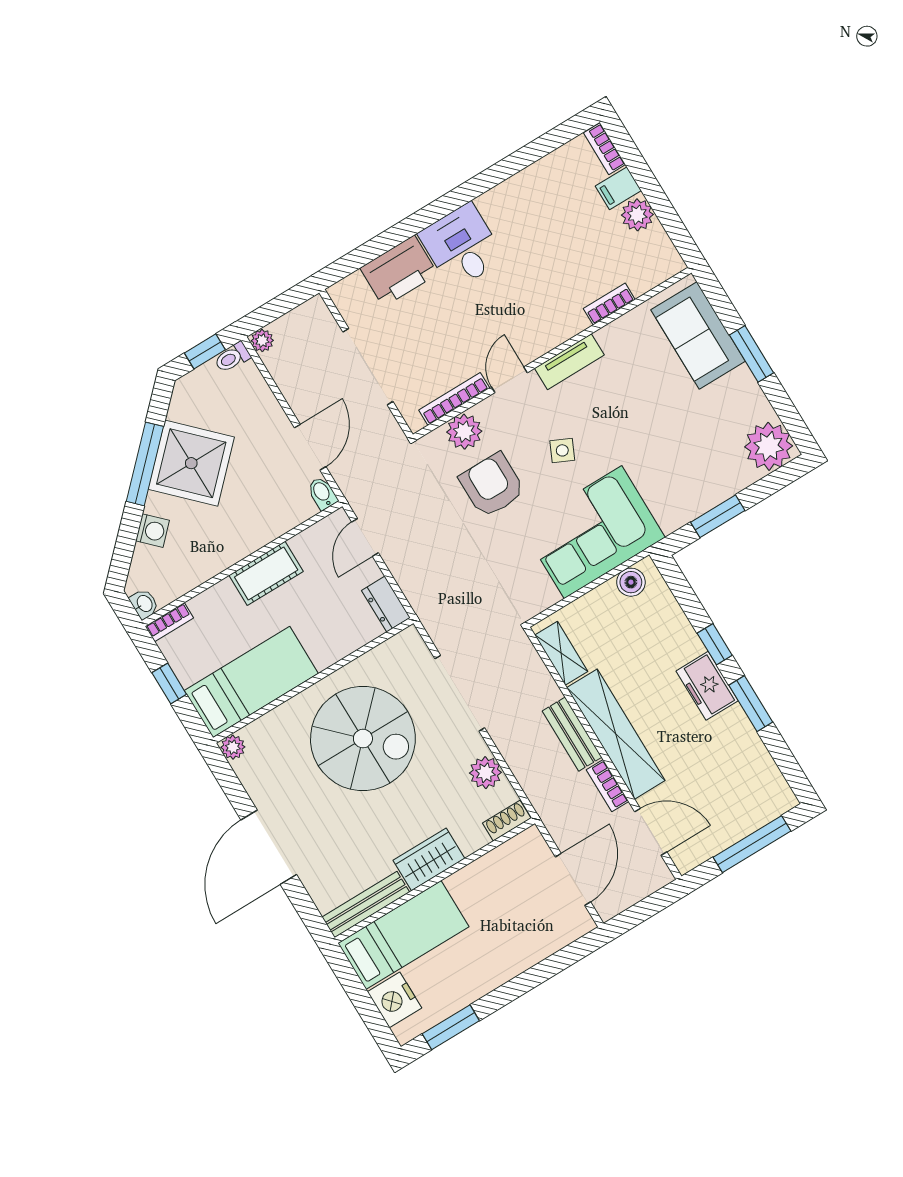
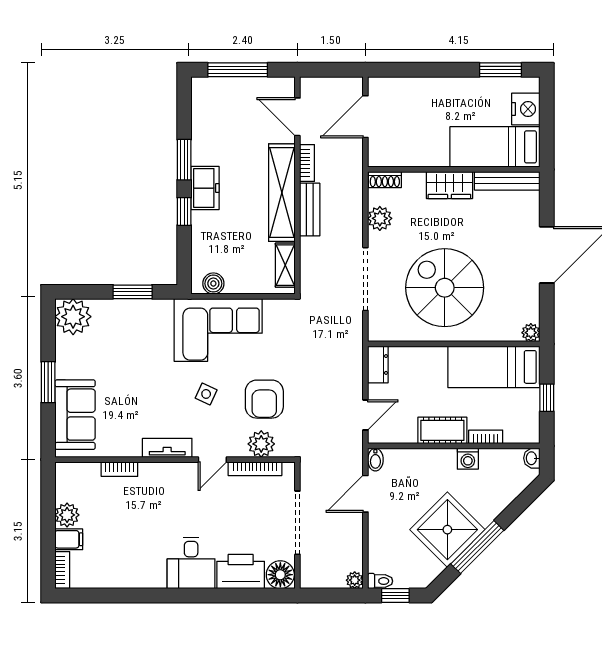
floor lamp: (351, 295) -> (280, 575), added
washing machine: (152, 531) -> (468, 459), moved, turned -135
bookcase: (169, 622) -> (486, 437), moved

